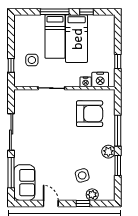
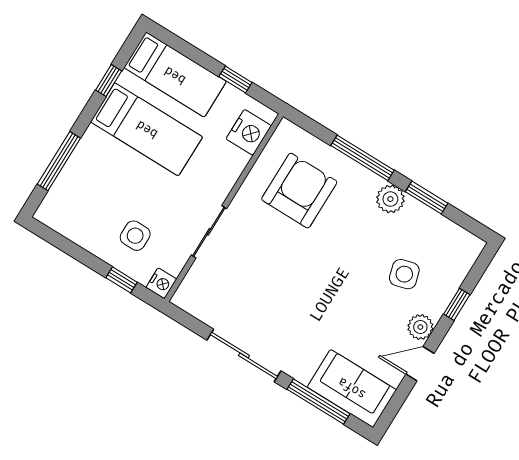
window: (55, 12) -> (59, 161), moved
bed: (55, 37) -> (175, 75), moved
nightstand: (86, 82) -> (161, 283), moved
plant: (92, 195) -> (420, 327), moved

